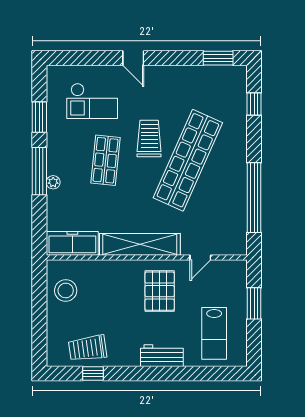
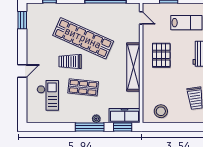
window: (39, 117) -> (123, 127), moved
freezer: (72, 243) -> (125, 116), moved, turned 90
door: (200, 257) -> (141, 18), moved
pallet: (160, 291) -> (161, 55), turned 90

